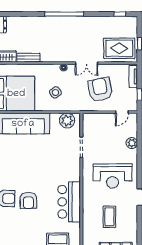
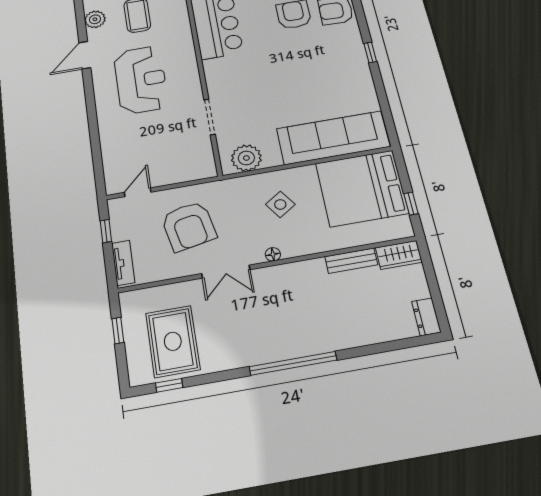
rug: (119, 48) -> (173, 341), moved, turned 90
double door: (87, 63) -> (226, 272), swing flipped
plant: (132, 143) -> (95, 19), moved
reception desk: (112, 176) -> (141, 80), turned 90

